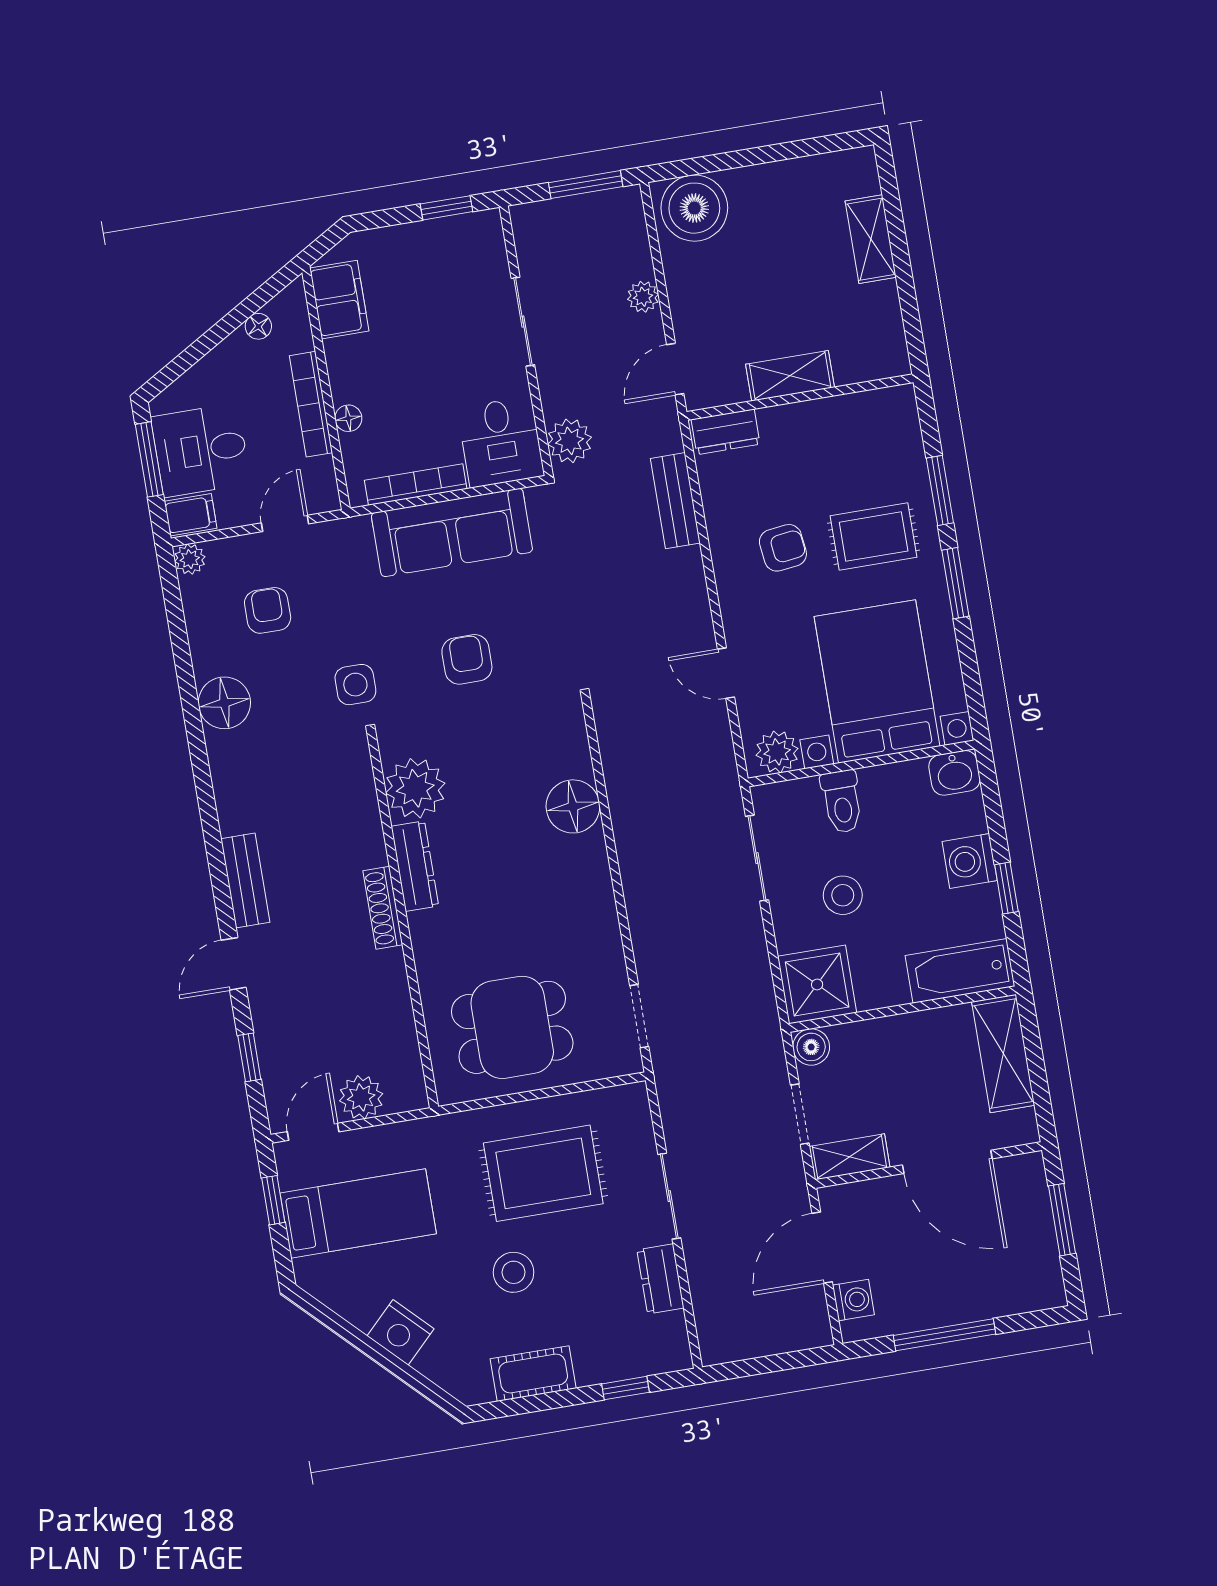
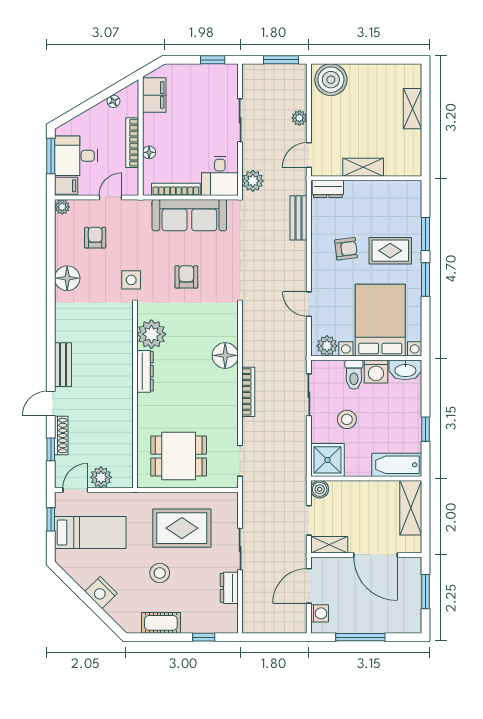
washbasin: (954, 773) -> (405, 370), width x1.38
washing machine: (970, 861) -> (376, 372), moved, turned -90
bookcase: (632, 873) -> (248, 392), added
shoe rack: (383, 908) -> (61, 436), moved, turned 180

